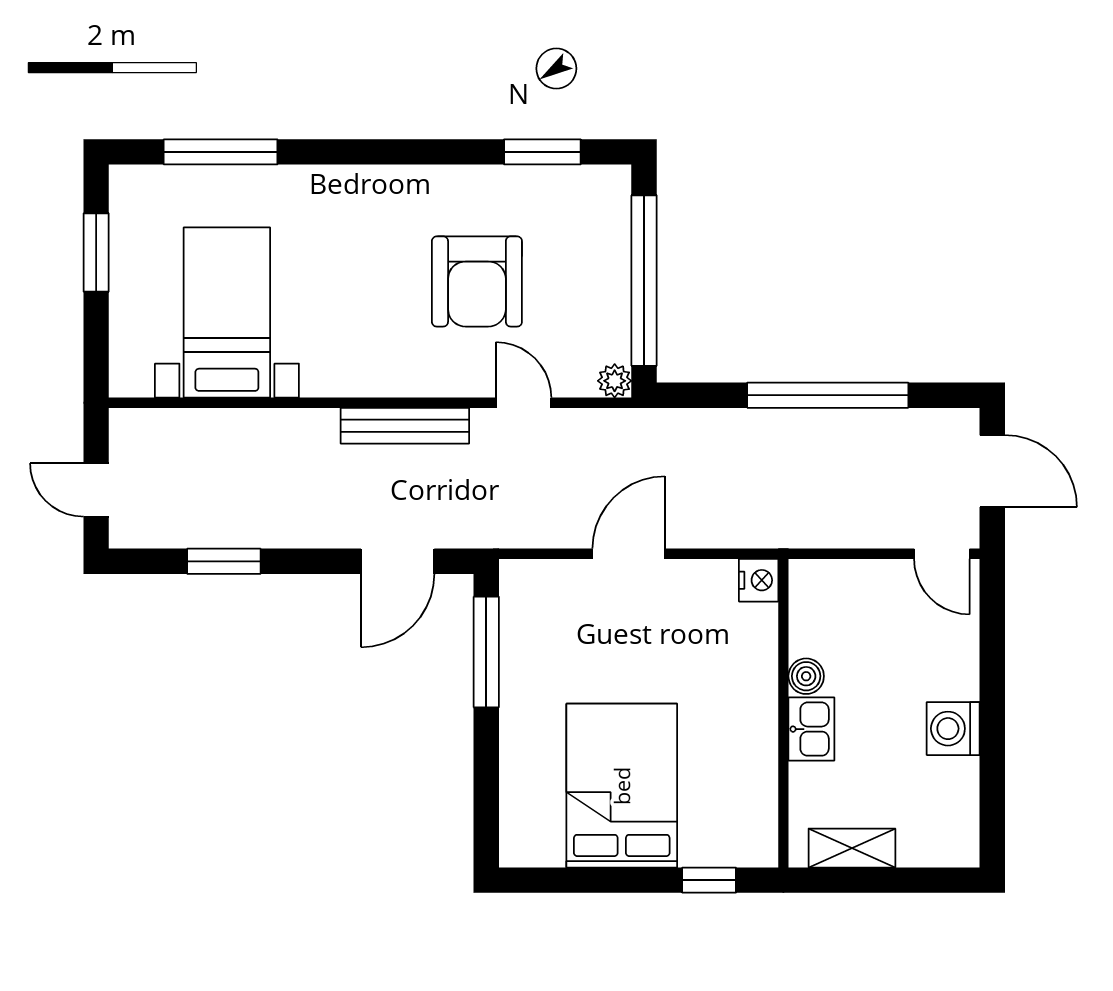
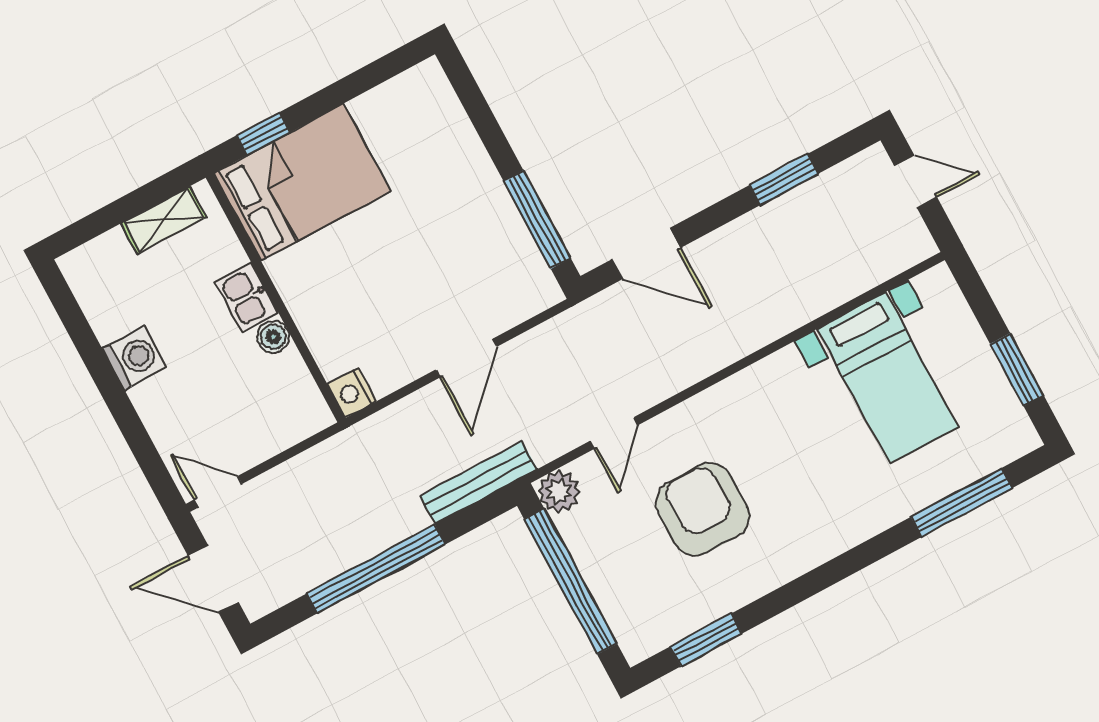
plant: (615, 381) -> (559, 492), width x1.38, depth x1.38
door: (524, 403) -> (614, 433), hinge flipped
bench: (405, 426) -> (479, 482), moved
door: (398, 561) -> (646, 254), swing flipped
bed: (622, 786) -> (302, 182), moved, turned -90

